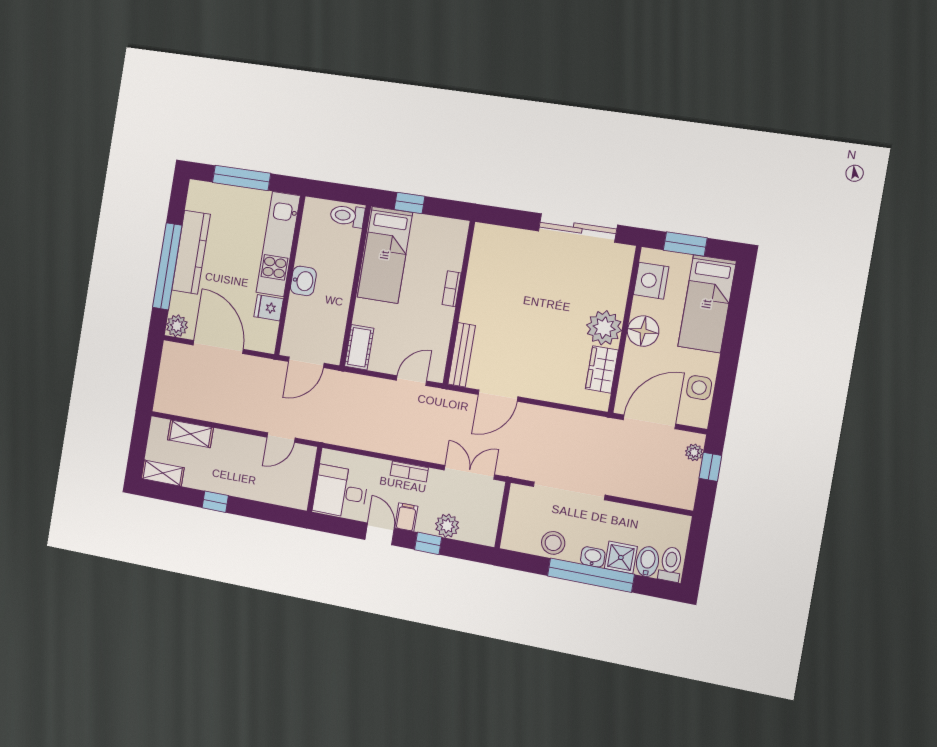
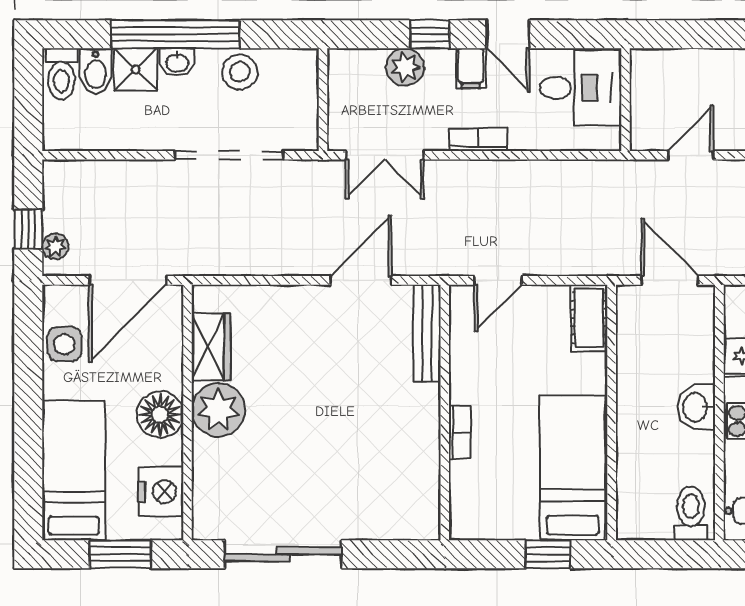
toilet: (347, 216) -> (691, 514), moved, turned -90
door: (306, 362) -> (670, 280), hinge flipped

